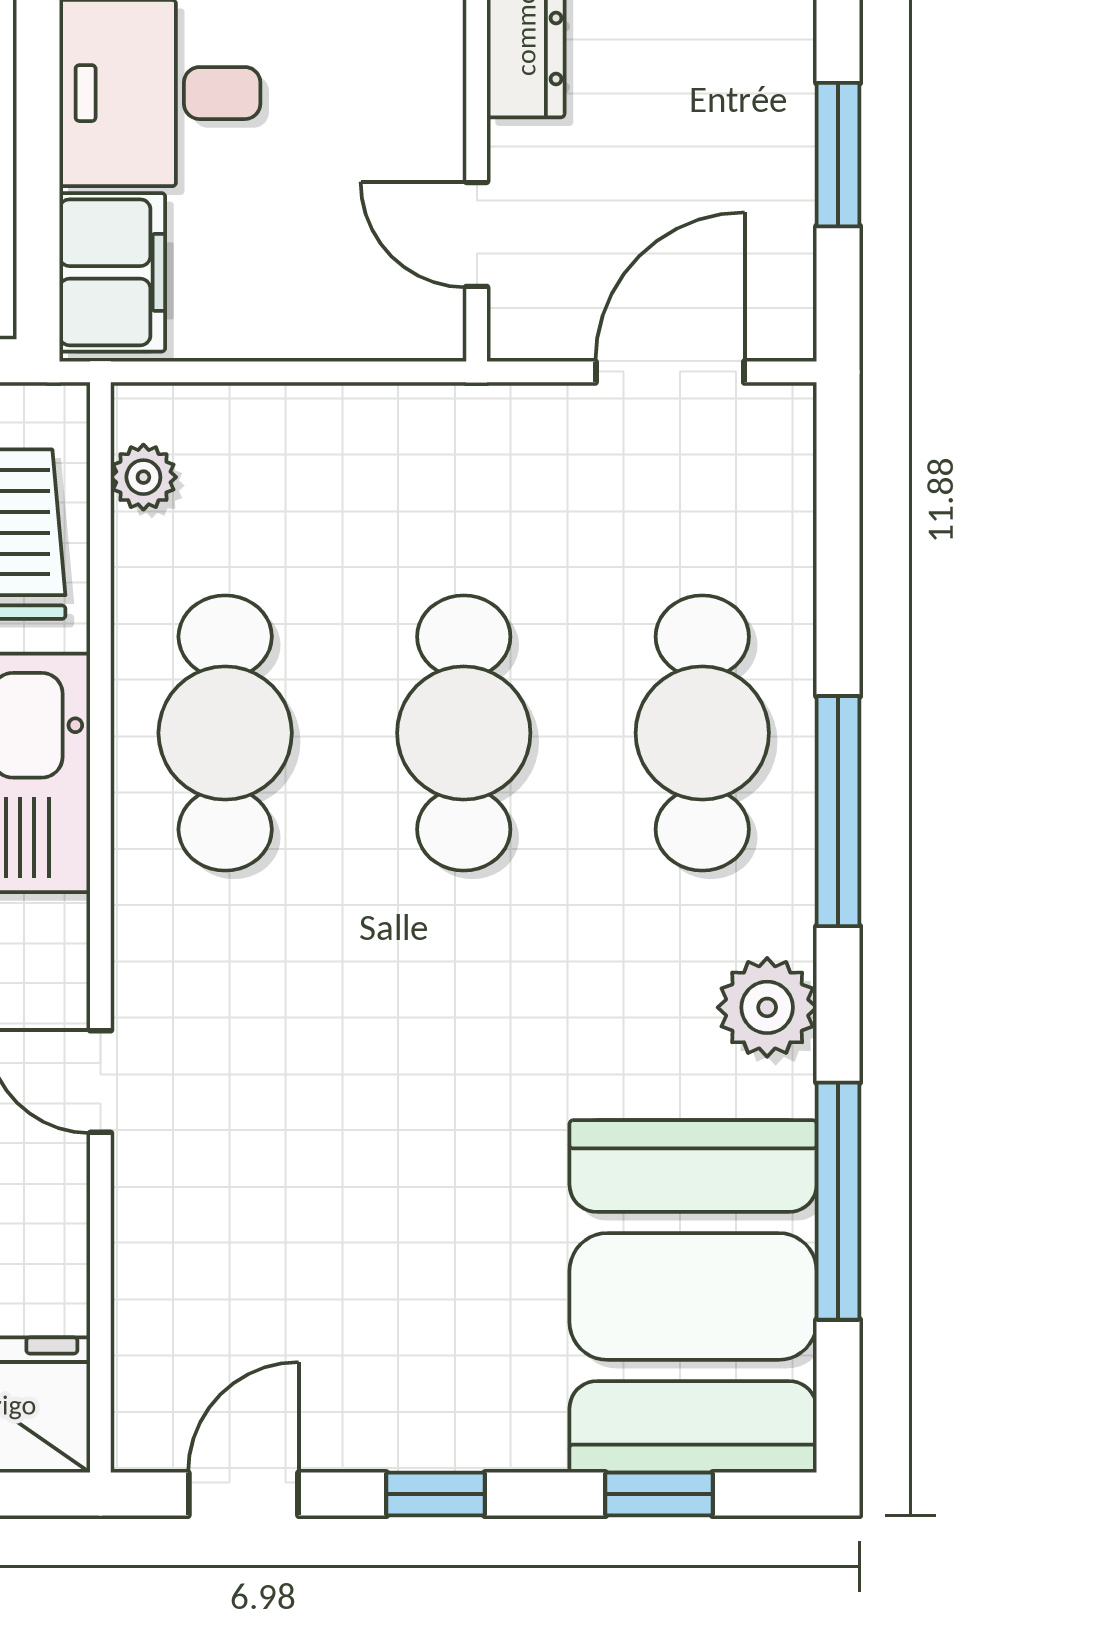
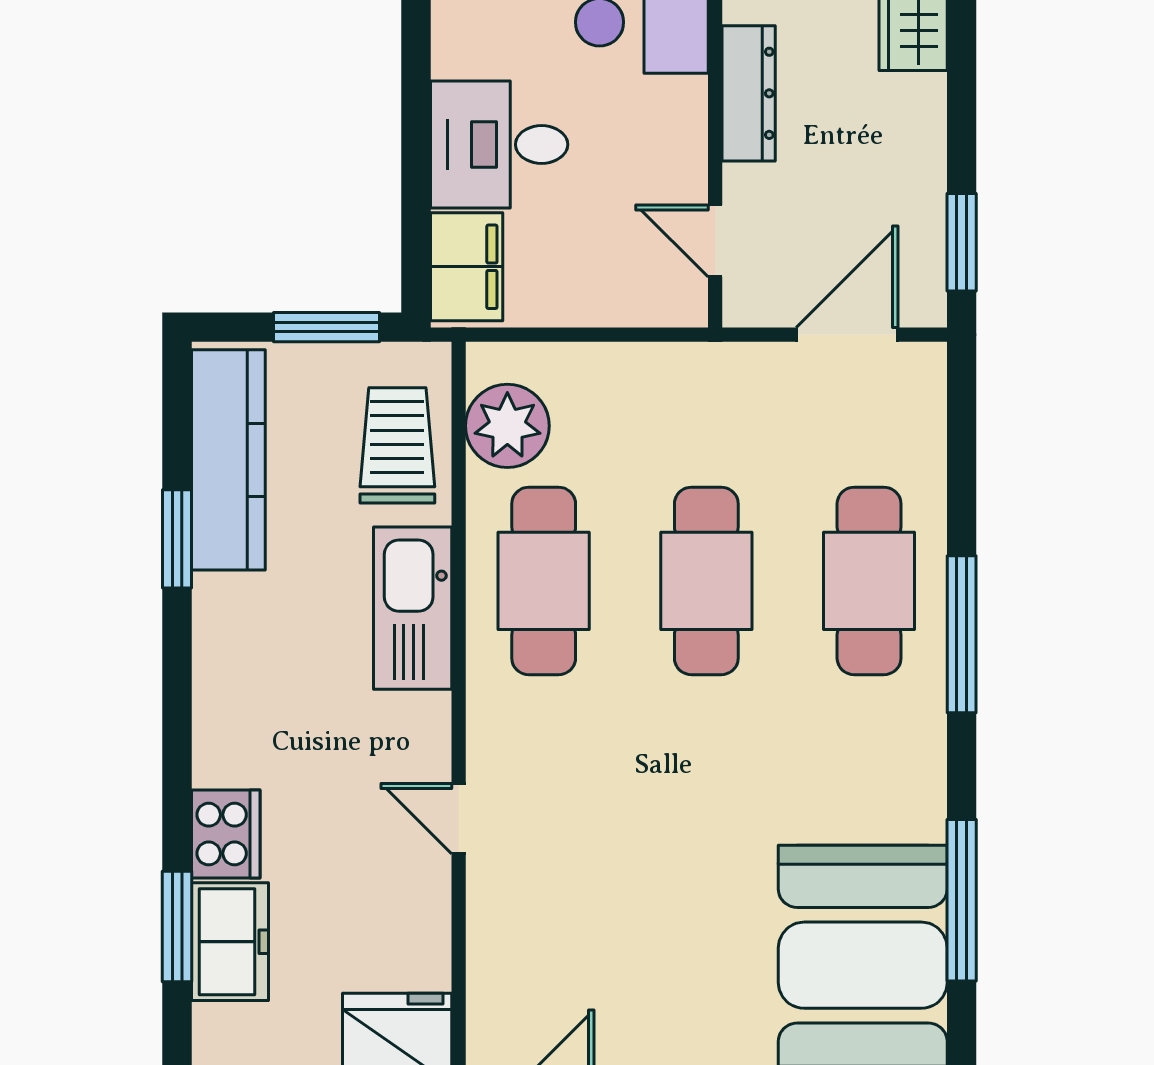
window: (838, 155) -> (962, 242), moved
plant: (143, 477) -> (507, 426), width x1.87, depth x1.87
plant: (767, 1007) -> (913, 768), removed

